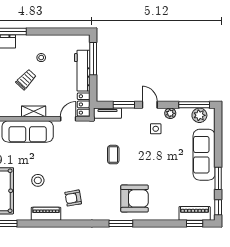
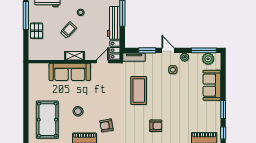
coffee table: (113, 155) -> (139, 90), width x1.86, depth x1.72
sofa: (204, 155) -> (212, 85), width x0.73
armchair: (135, 198) -> (156, 126), width x0.53, depth x0.53

